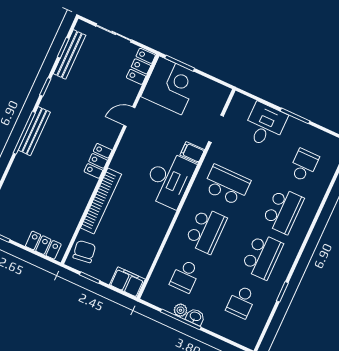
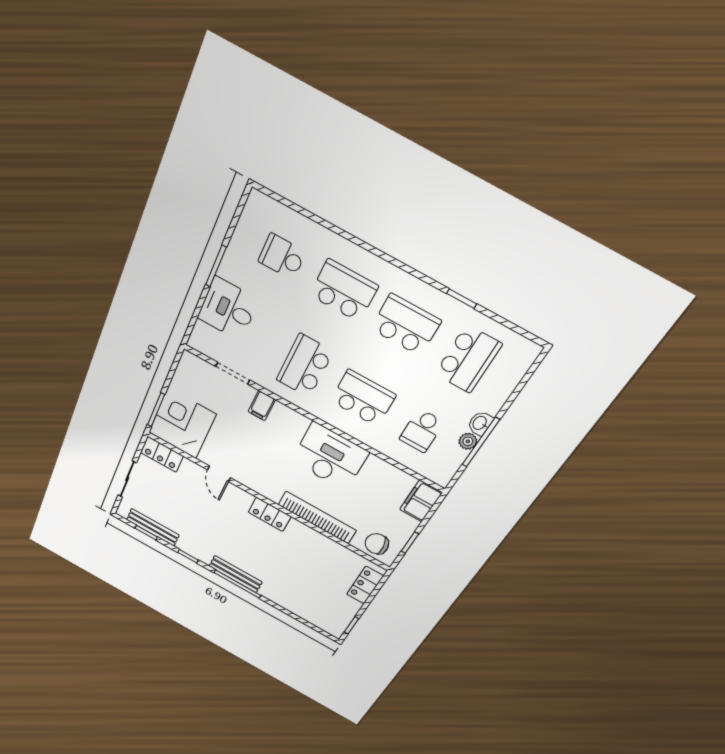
desk: (169, 179) -> (330, 457), moved
school desk: (185, 276) -> (422, 431), turned 90
school desk: (241, 302) -> (468, 359), width x1.85

